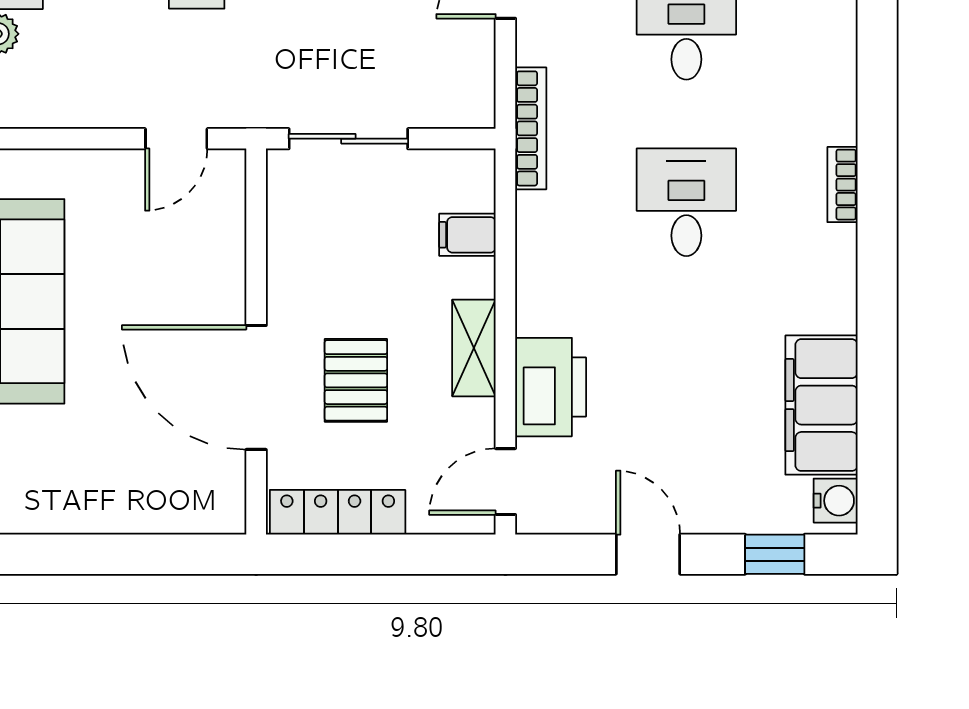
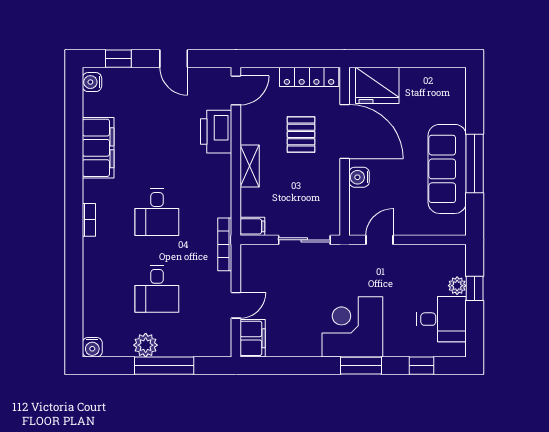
filing cabinet: (467, 235) -> (252, 226), moved
water cooler: (223, 282) -> (359, 177), added
shelving: (474, 348) -> (250, 166), moved
filing cabinet: (821, 405) -> (98, 148), moved
fridge: (181, 493) -> (377, 85), added

